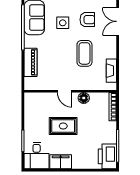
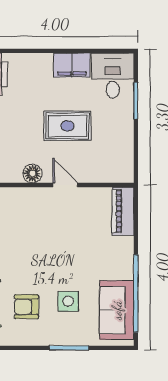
coffee table: (84, 53) -> (31, 249), removed
piano: (31, 62) -> (123, 211), moved

